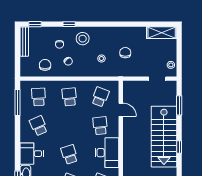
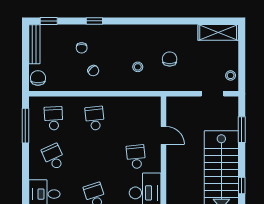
stool: (83, 39) -> (112, 40), removed
chair: (45, 65) -> (38, 78), moved
school desk: (100, 97) -> (136, 118), removed

